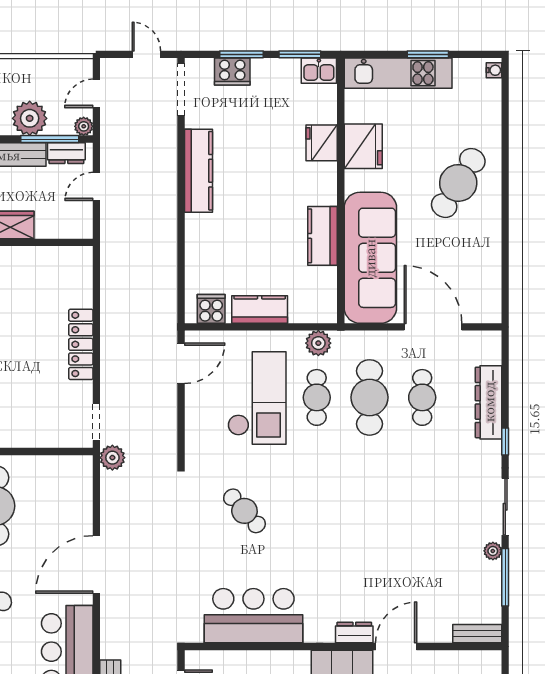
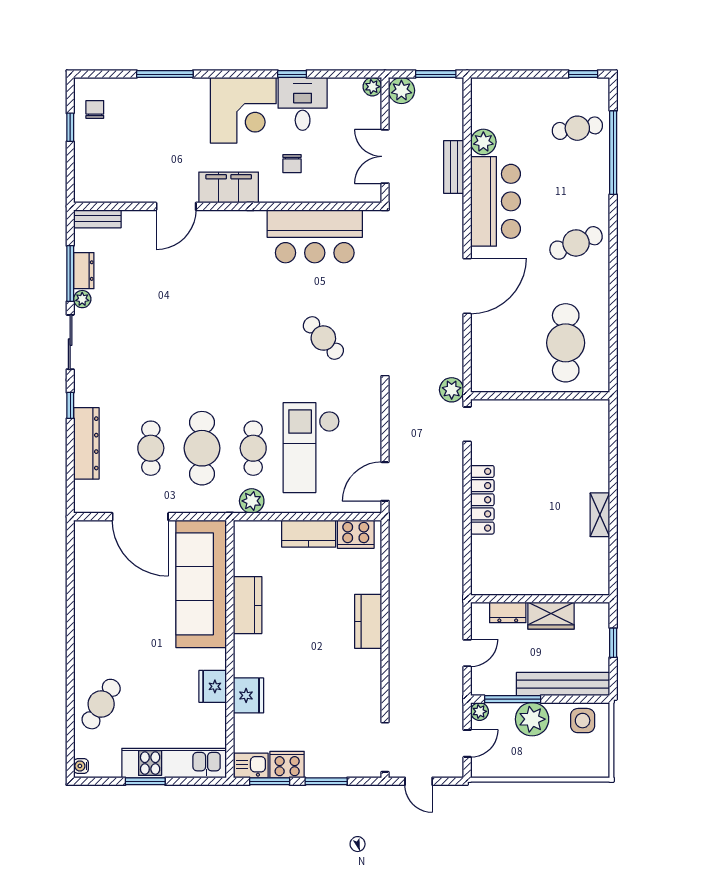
cooker: (232, 72) -> (287, 765), moved
fridge: (363, 146) -> (213, 686), width x0.73, depth x0.75
dresser: (66, 153) -> (508, 612), moved, turned 180
kitchen counter: (198, 171) -> (368, 621), moved, width x0.67
cafe table: (458, 183) -> (101, 704), moved, width x0.73, depth x0.74
cooker: (211, 309) -> (356, 534), width x1.36
dresser: (354, 633) -> (84, 271), moved, turned -90

